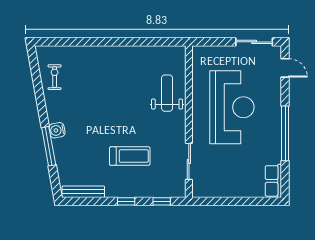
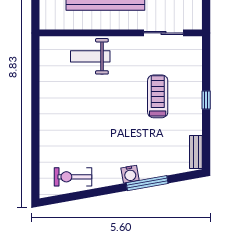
exercise bike: (55, 77) -> (73, 177), width x1.38, depth x1.39
bench: (83, 192) -> (196, 152), width x0.73
window: (162, 201) -> (206, 62), removed

